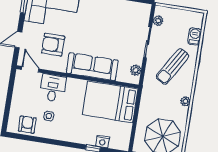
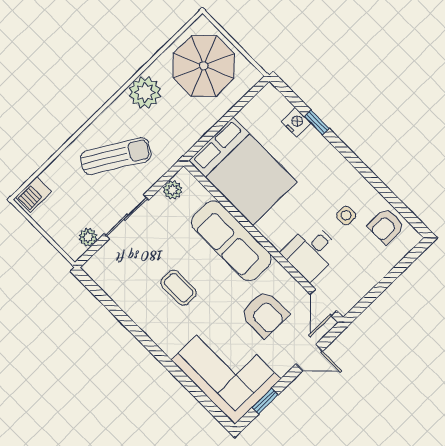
coffee table: (101, 28) -> (179, 288), added
barbecue: (195, 36) -> (33, 194), moved
plant: (185, 101) -> (145, 92), width x1.87, depth x1.87

